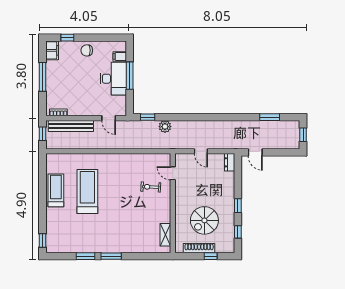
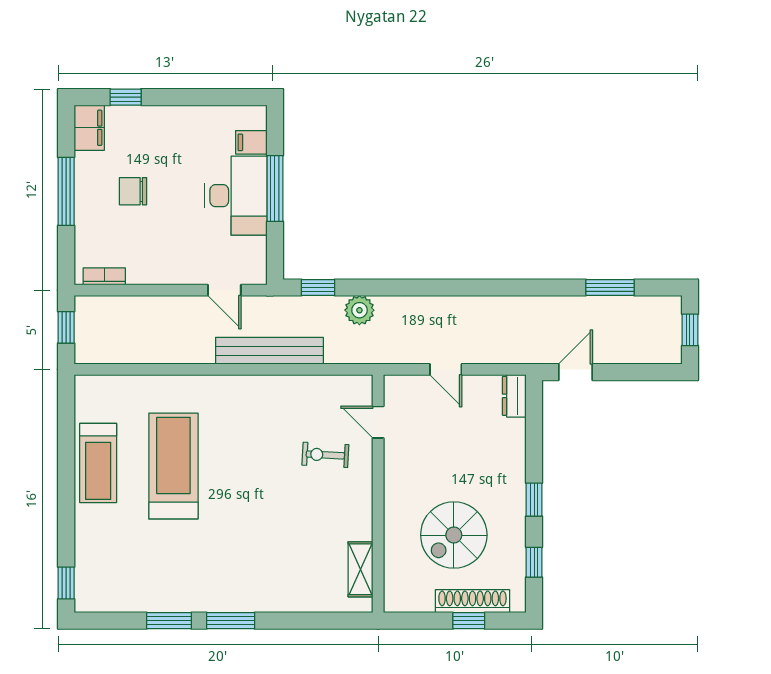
chair: (87, 50) -> (133, 191), moved
bench: (71, 126) -> (269, 351), moved
door: (255, 152) -> (575, 372), swing flipped
treadmill: (56, 190) -> (98, 463), turned 180
shoe rack: (199, 248) -> (472, 601), moved

